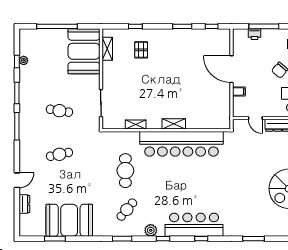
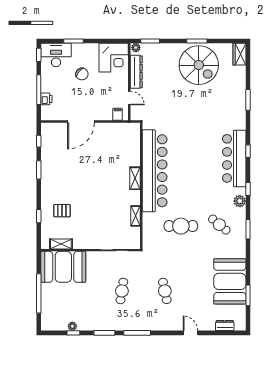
filing cabinet: (239, 91) -> (118, 114), moved
door: (255, 118) -> (129, 98), hinge flipped
dresser: (24, 204) -> (225, 326), moved

